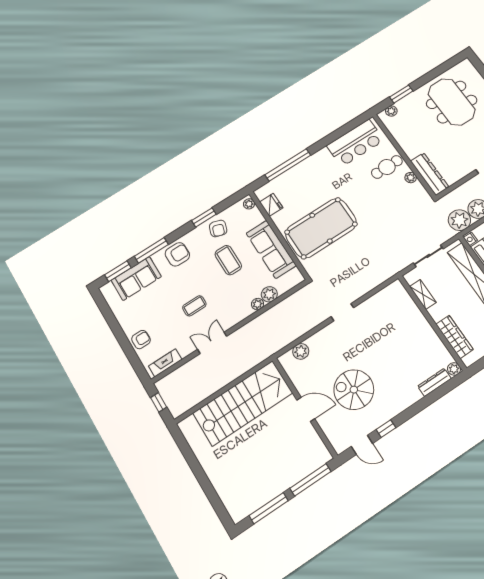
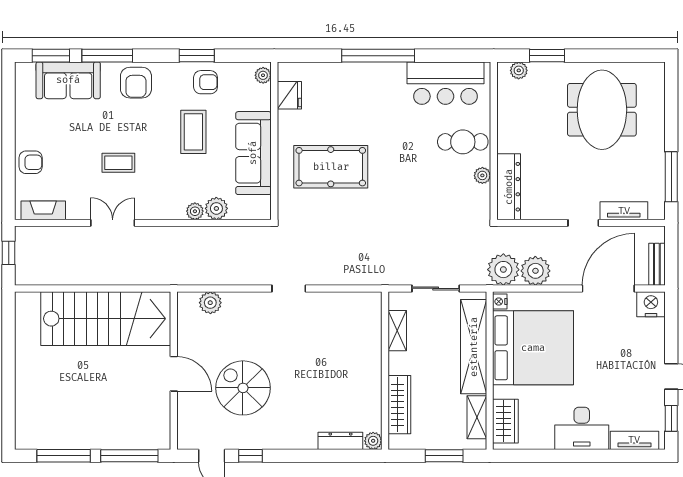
window: (288, 165) -> (378, 56), moved
armchair: (218, 228) -> (206, 82), turned -108
pool table: (321, 228) -> (331, 167), width x0.73, depth x0.76
armchair: (177, 254) -> (136, 83), turned 90

